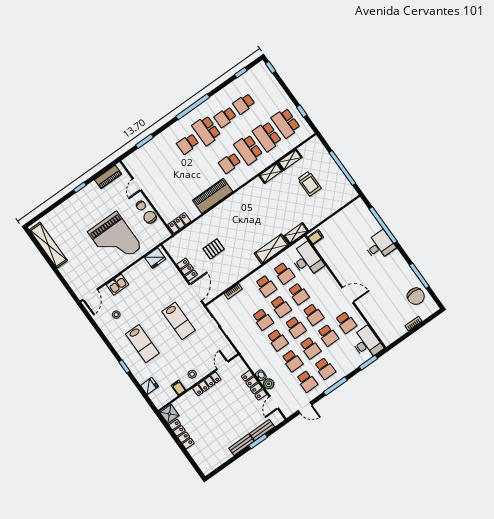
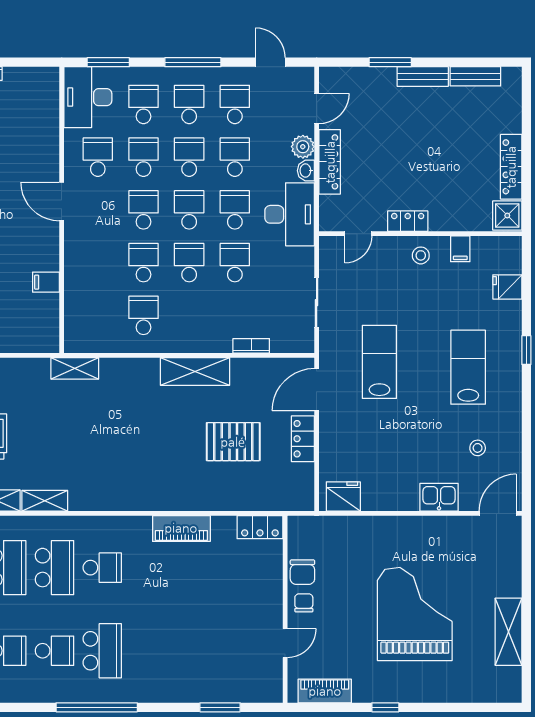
school desk: (188, 144) -> (150, 651), removed
piano: (213, 196) -> (181, 528), width x0.73, depth x0.75
filing cabinet: (316, 237) -> (46, 282), moved
grand piano: (115, 239) -> (415, 614), moved
shelving: (48, 245) -> (508, 632), width x0.68
pallet: (214, 249) -> (233, 442), width x1.50, depth x1.42
shelving: (272, 249) -> (195, 371), moved
desk: (307, 260) -> (290, 214), moved, turned 180
school desk: (266, 286) -> (143, 104), moved
locker: (207, 384) -> (408, 221), width x0.66
bench: (262, 430) -> (475, 76), moved

